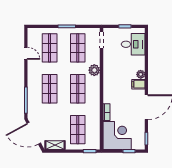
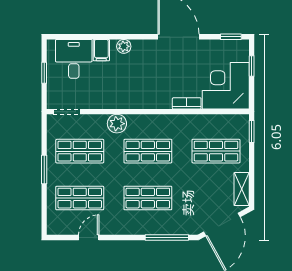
filing cabinet: (138, 84) -> (101, 50), moved

